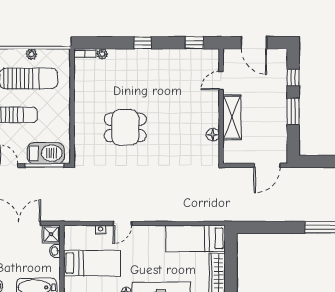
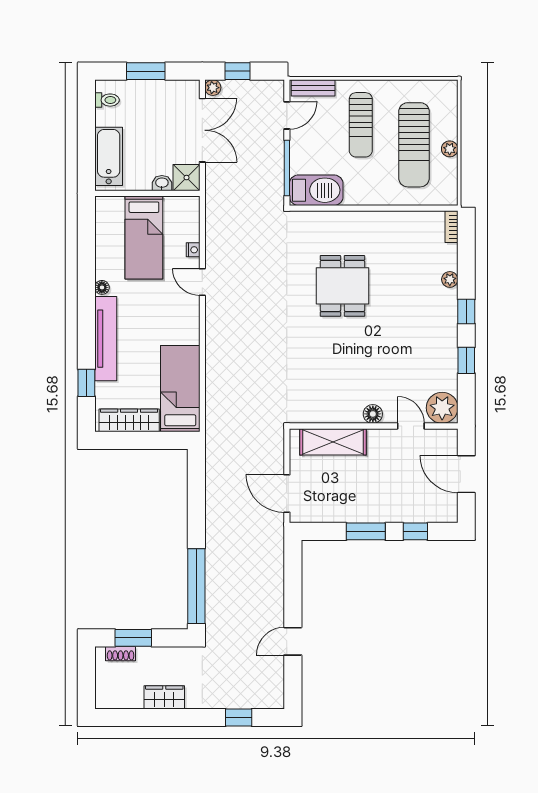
window: (194, 43) -> (466, 360), moved
door: (254, 43) -> (466, 474), hinge flipped
plant: (102, 54) -> (450, 279), moved
plant: (209, 59) -> (442, 408), added
shelving: (232, 117) -> (333, 442), moved
floor lamp: (213, 135) -> (373, 414), moved
barbecue: (46, 153) -> (316, 190), moved, turned -90

